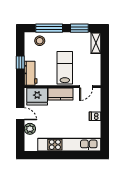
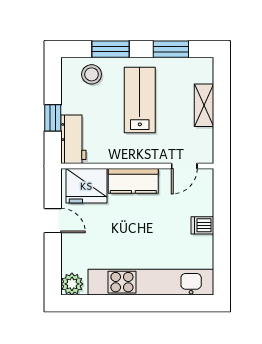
window: (49, 28) -> (110, 49), width x0.69
shelving: (96, 43) -> (204, 105), moved
lab bench: (65, 68) -> (140, 100), moved
plant: (30, 129) -> (72, 284), moved

